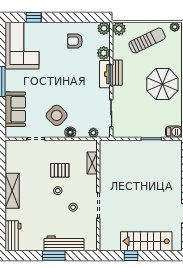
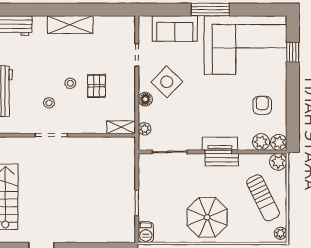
corner sofa: (22, 46) -> (245, 45), width x1.36, depth x1.36
plant: (104, 53) -> (261, 142), moved
shelving: (92, 163) -> (121, 127), moved

